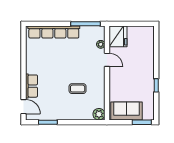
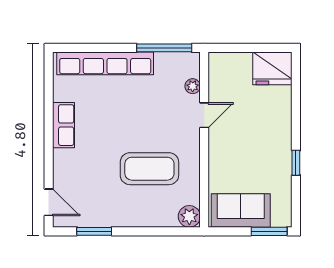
fridge: (118, 36) -> (272, 68), moved, turned 90
door: (107, 60) -> (204, 115), hinge flipped
row of seats: (31, 86) -> (64, 125), moved
coffee table: (78, 89) -> (149, 169), width x1.86, depth x1.72

